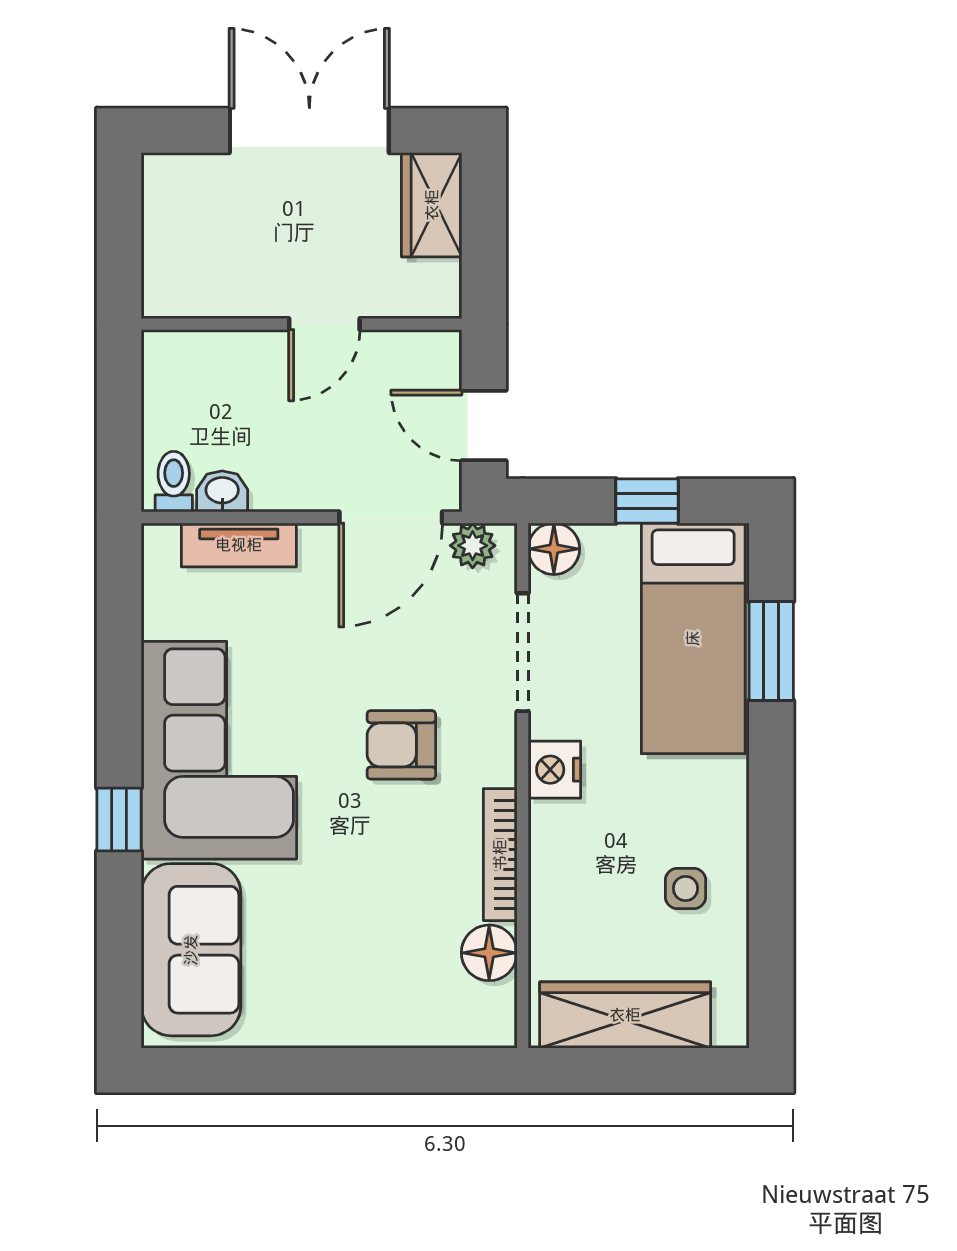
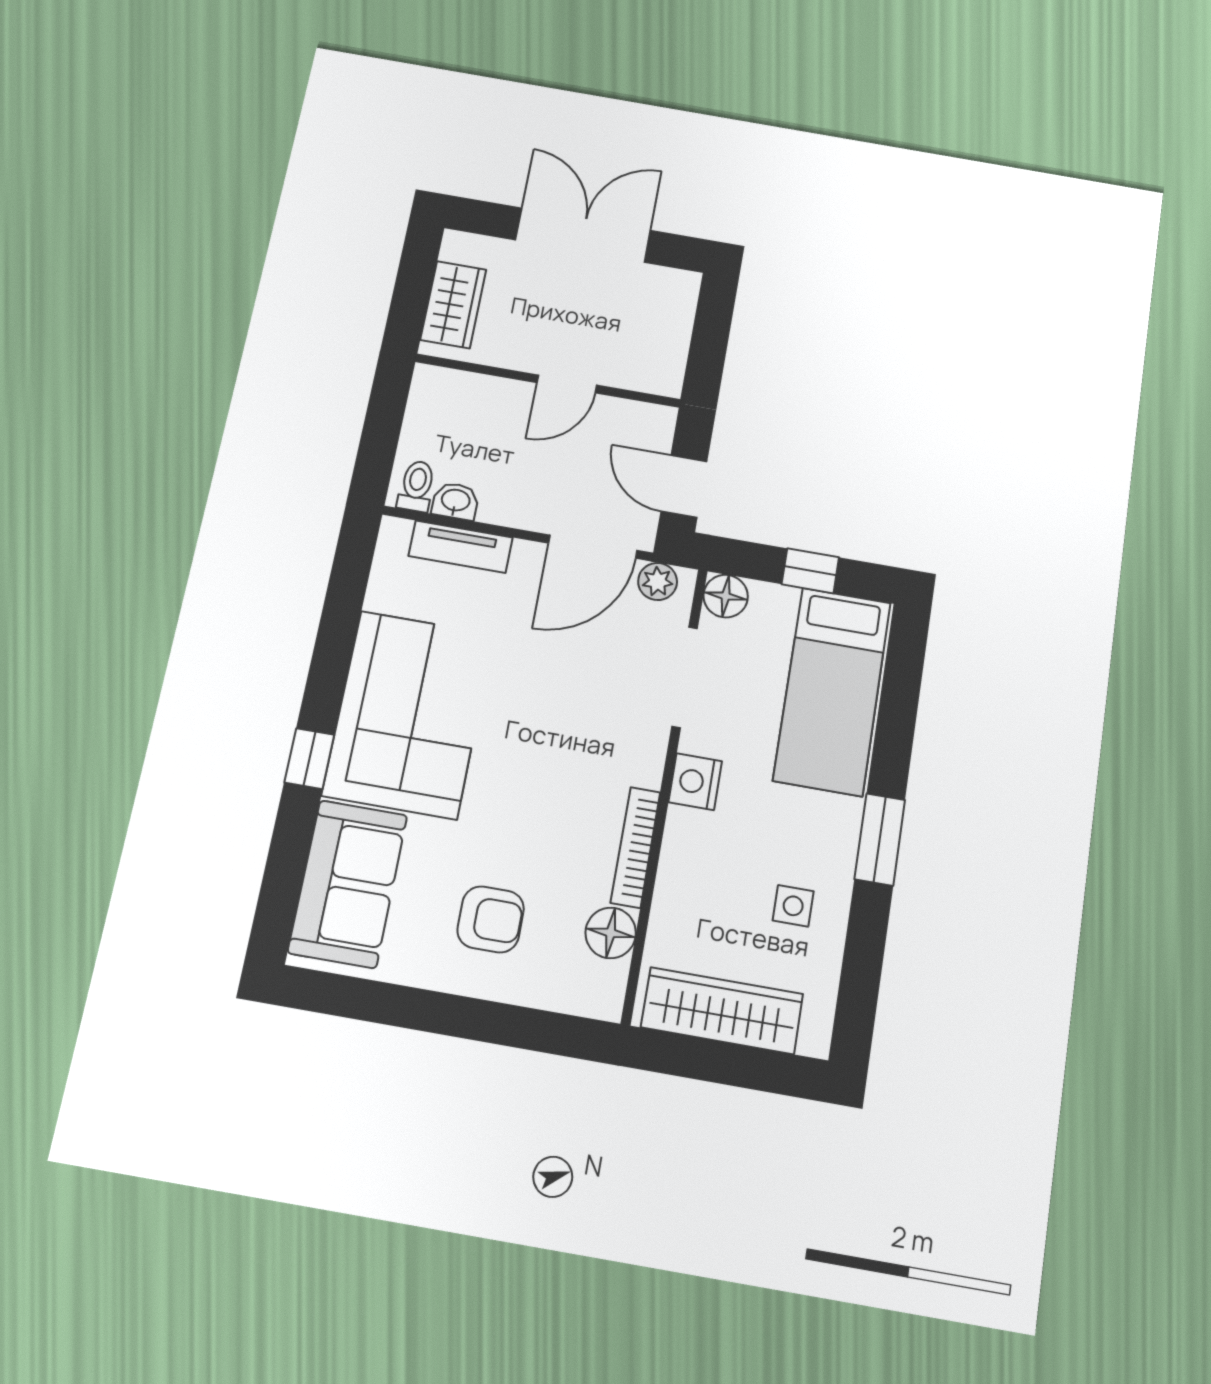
wardrobe: (432, 205) -> (453, 305), moved, turned 180
window: (771, 651) -> (880, 839), moved
armchair: (401, 745) -> (491, 919), moved, turned 180

